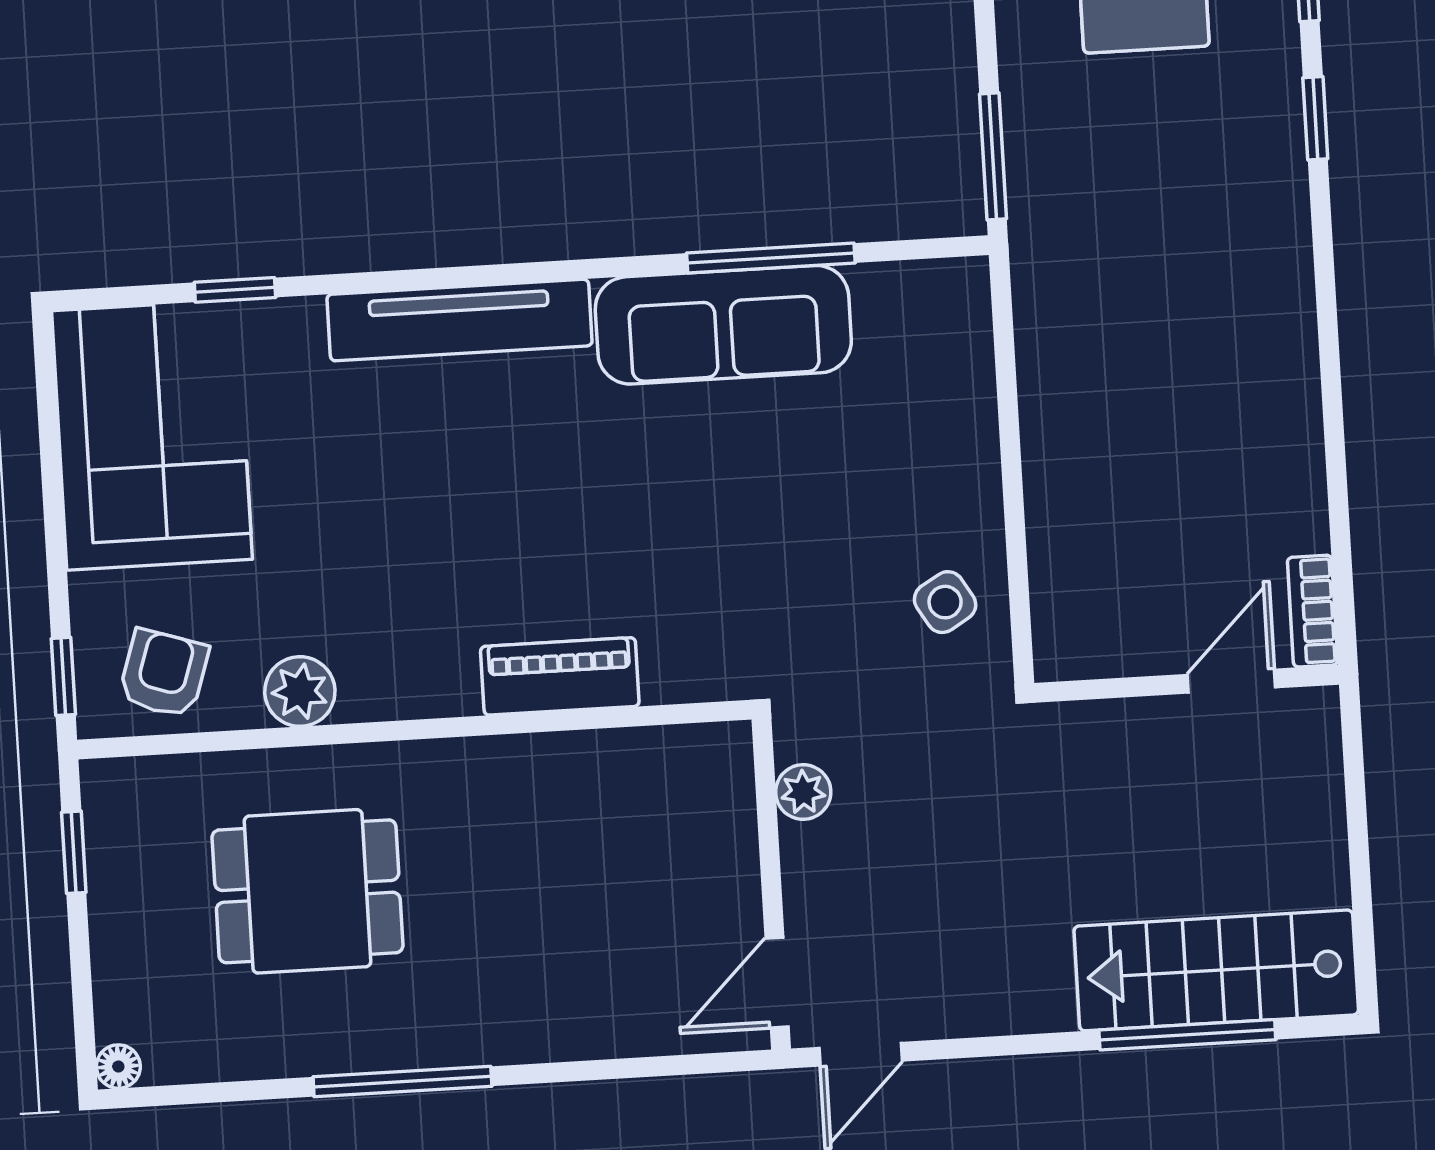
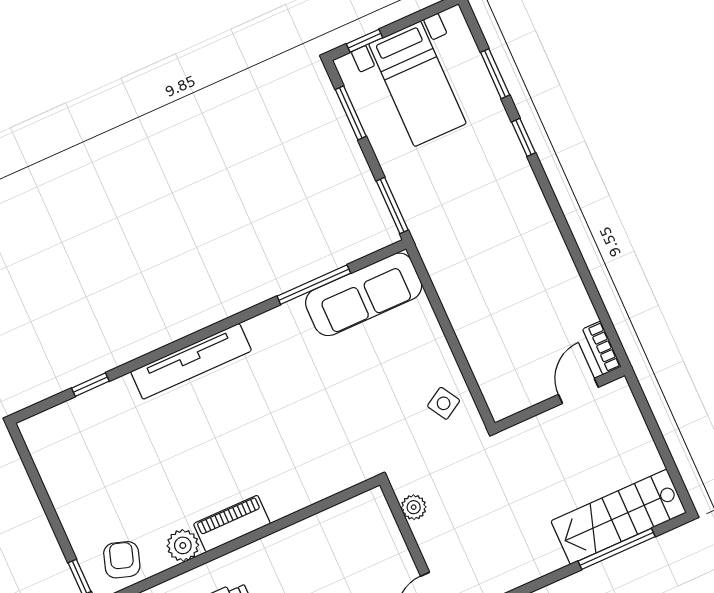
sofa: (723, 325) -> (364, 294), moved
corner sofa: (152, 435) -> (78, 460), removed
piano: (560, 676) -> (232, 524), moved

